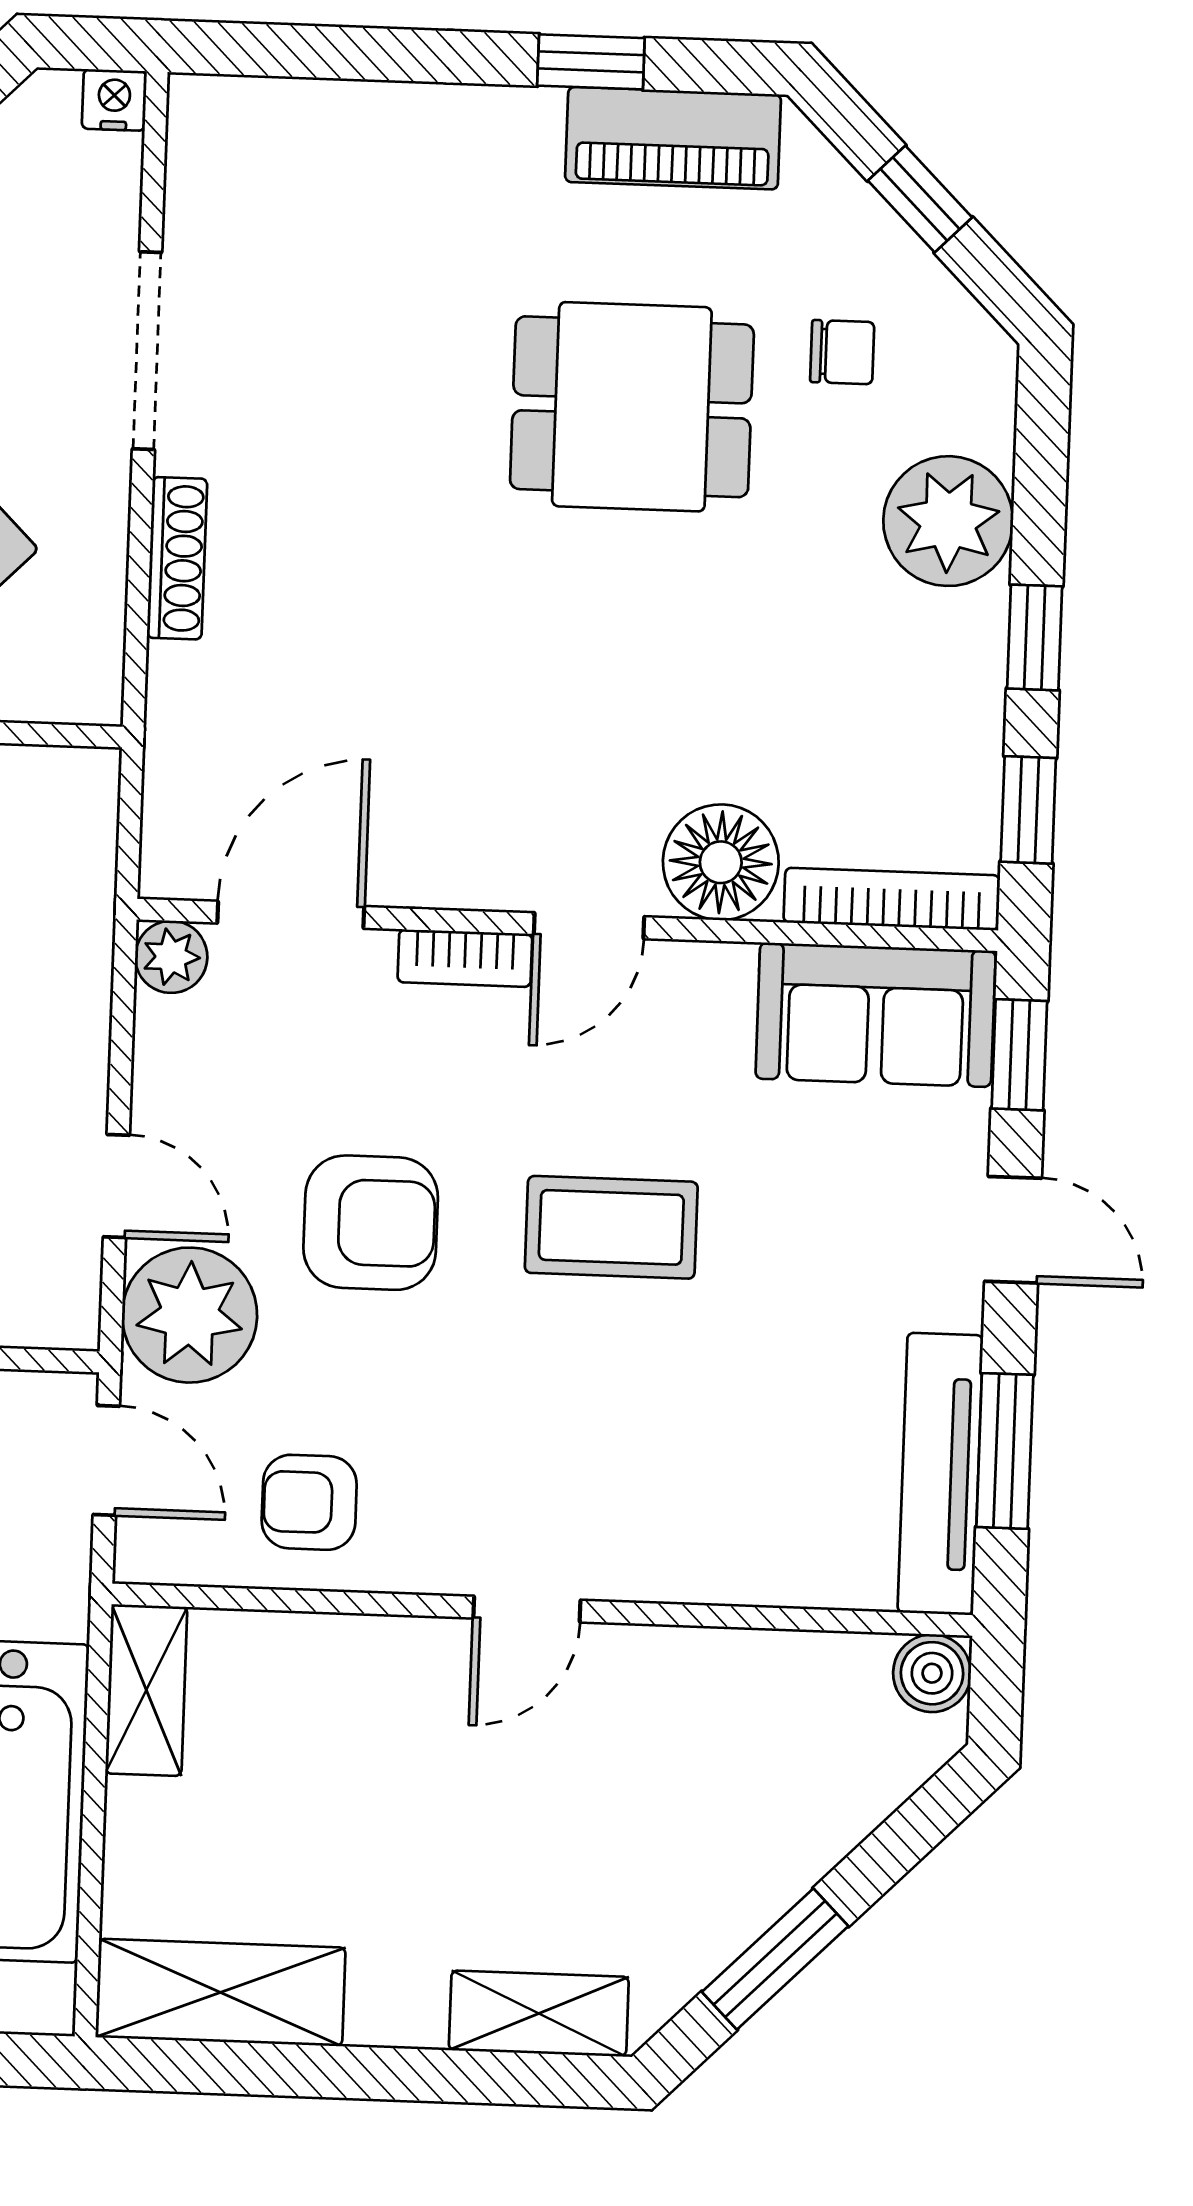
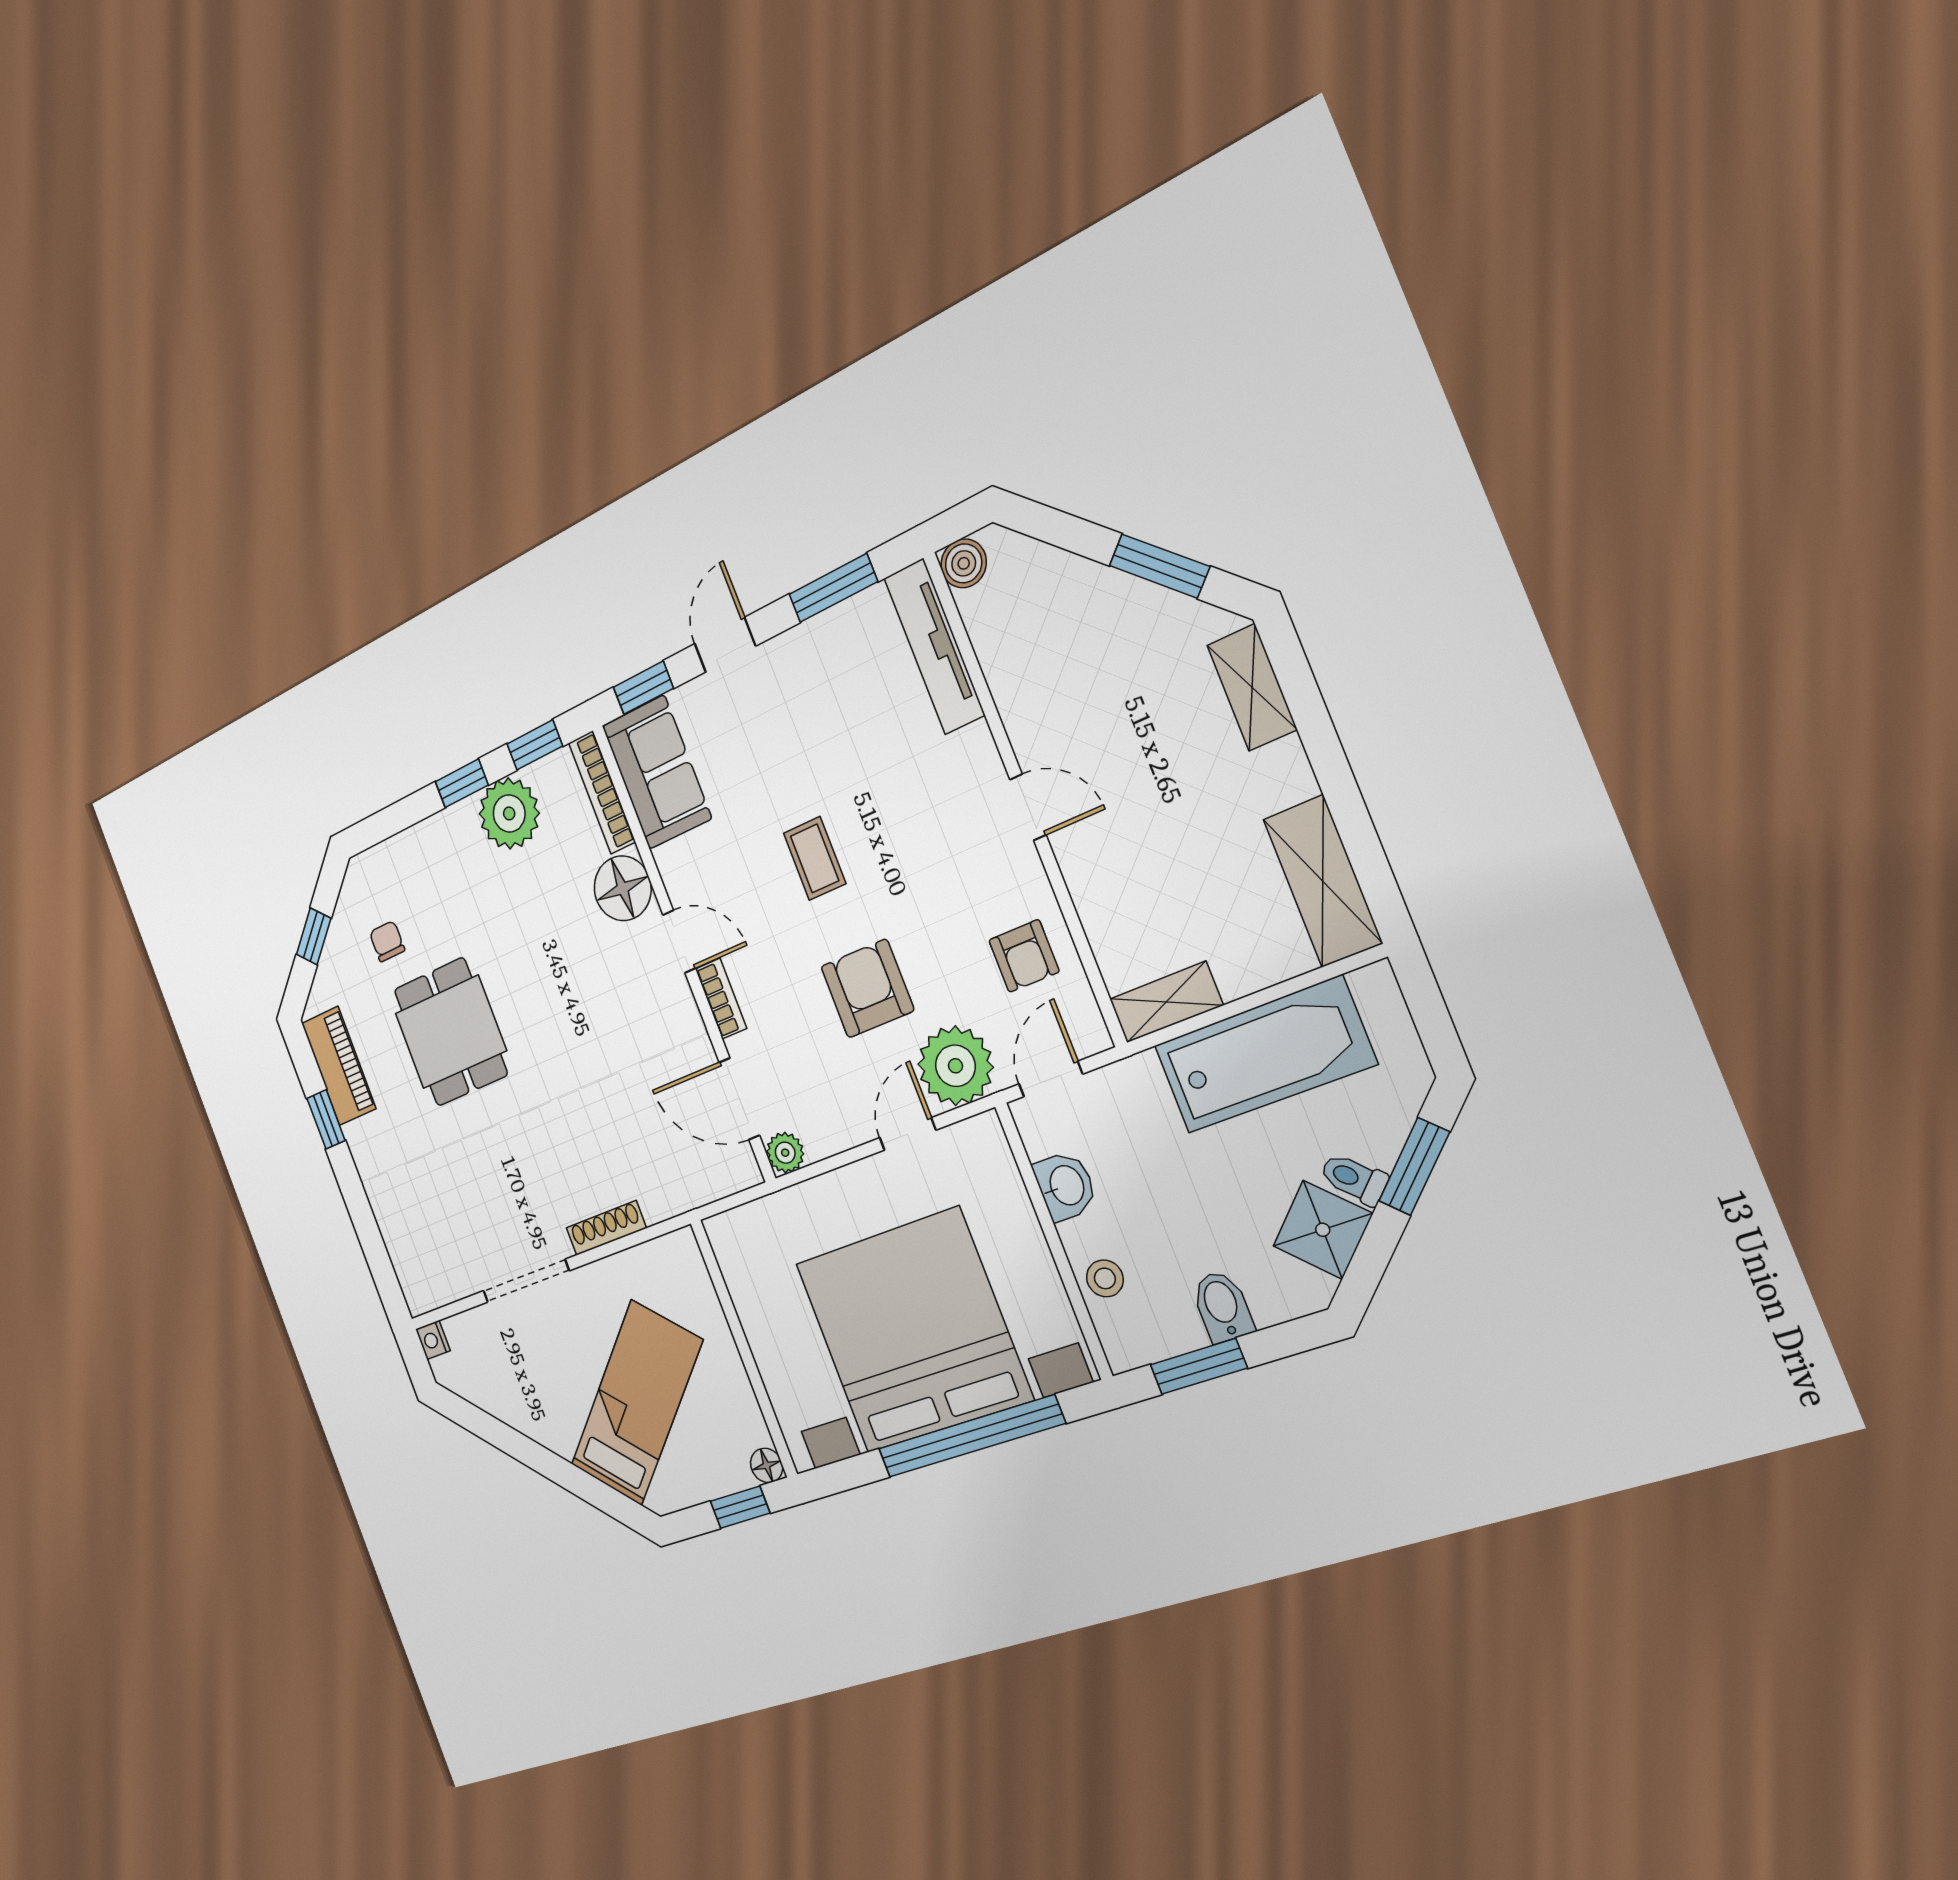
plant: (948, 521) -> (509, 813), moved
coffee table: (611, 1227) -> (815, 858), width x0.73, depth x0.77
tv unit: (940, 1474) -> (934, 646), moved, turned 90

